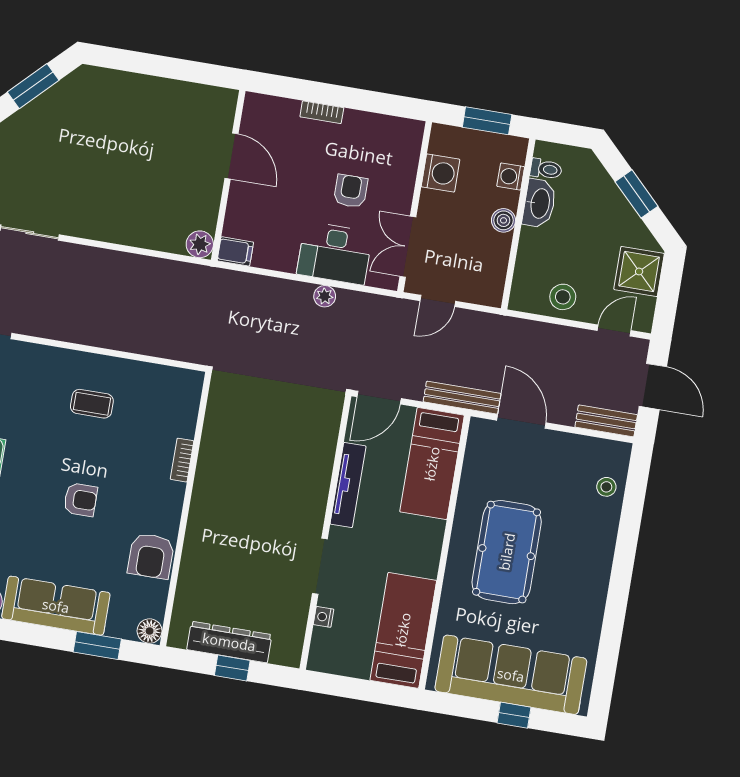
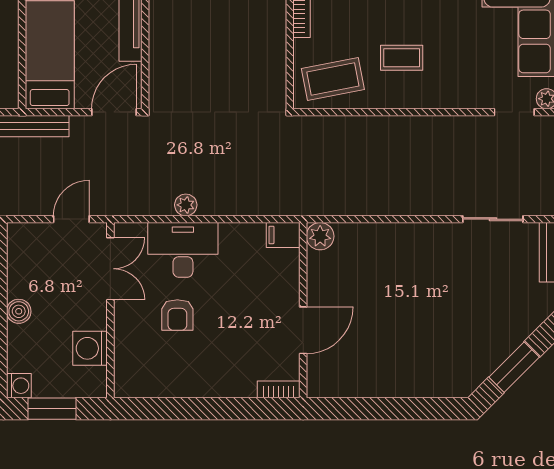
bookcase: (322, 112) -> (279, 389), moved
door: (231, 156) -> (303, 330), swing flipped
washing machine: (511, 177) -> (19, 386), moved
coffee table: (162, 394) -> (333, 79), added

